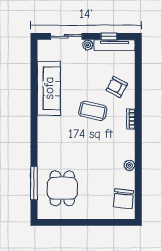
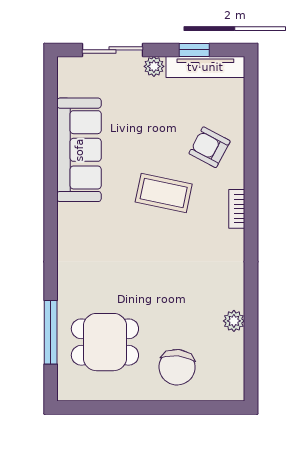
plant: (129, 165) -> (234, 321), moved
dining table: (62, 188) -> (105, 342), turned 90
chair: (123, 199) -> (177, 367), moved

